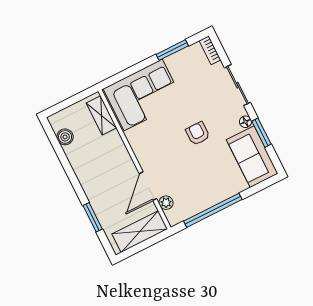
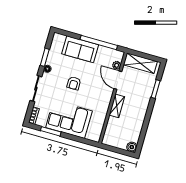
corner sofa: (143, 95) -> (69, 119), moved
shelving: (101, 115) -> (117, 106), moved
boiler: (65, 137) -> (132, 147), moved
sofa: (252, 157) -> (80, 49), moved, turned 90
door: (148, 186) -> (118, 80), swing flipped

